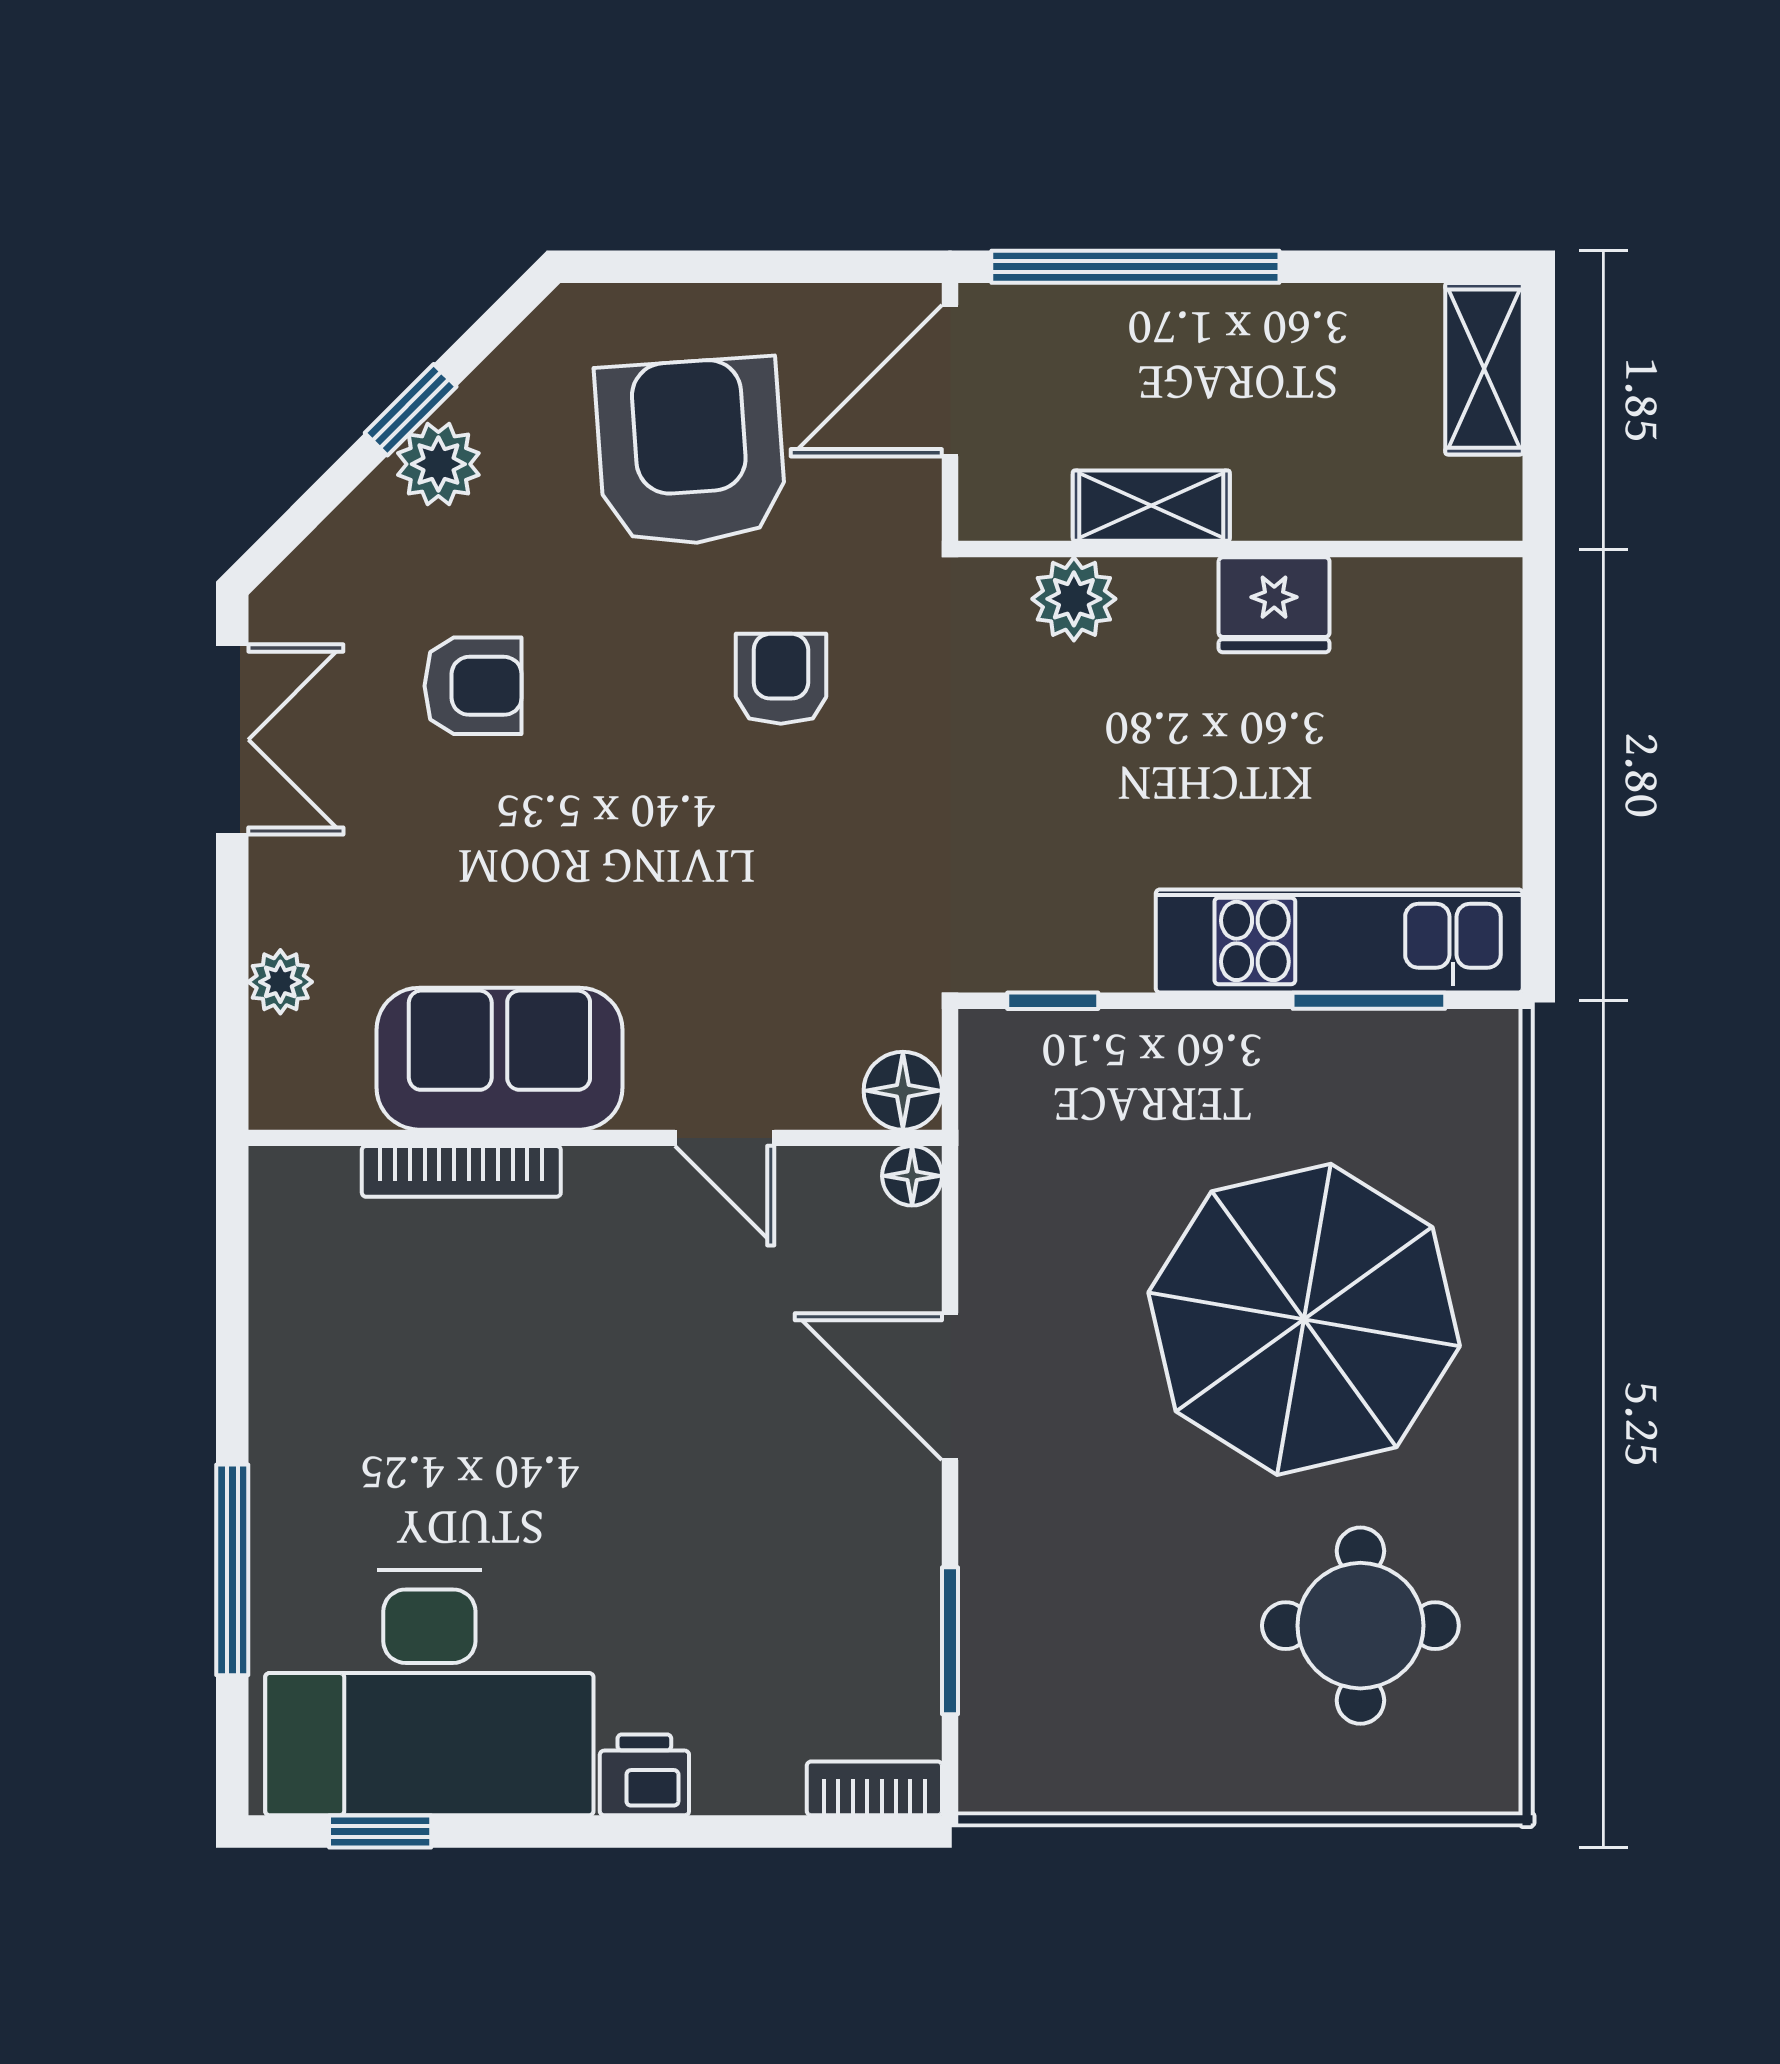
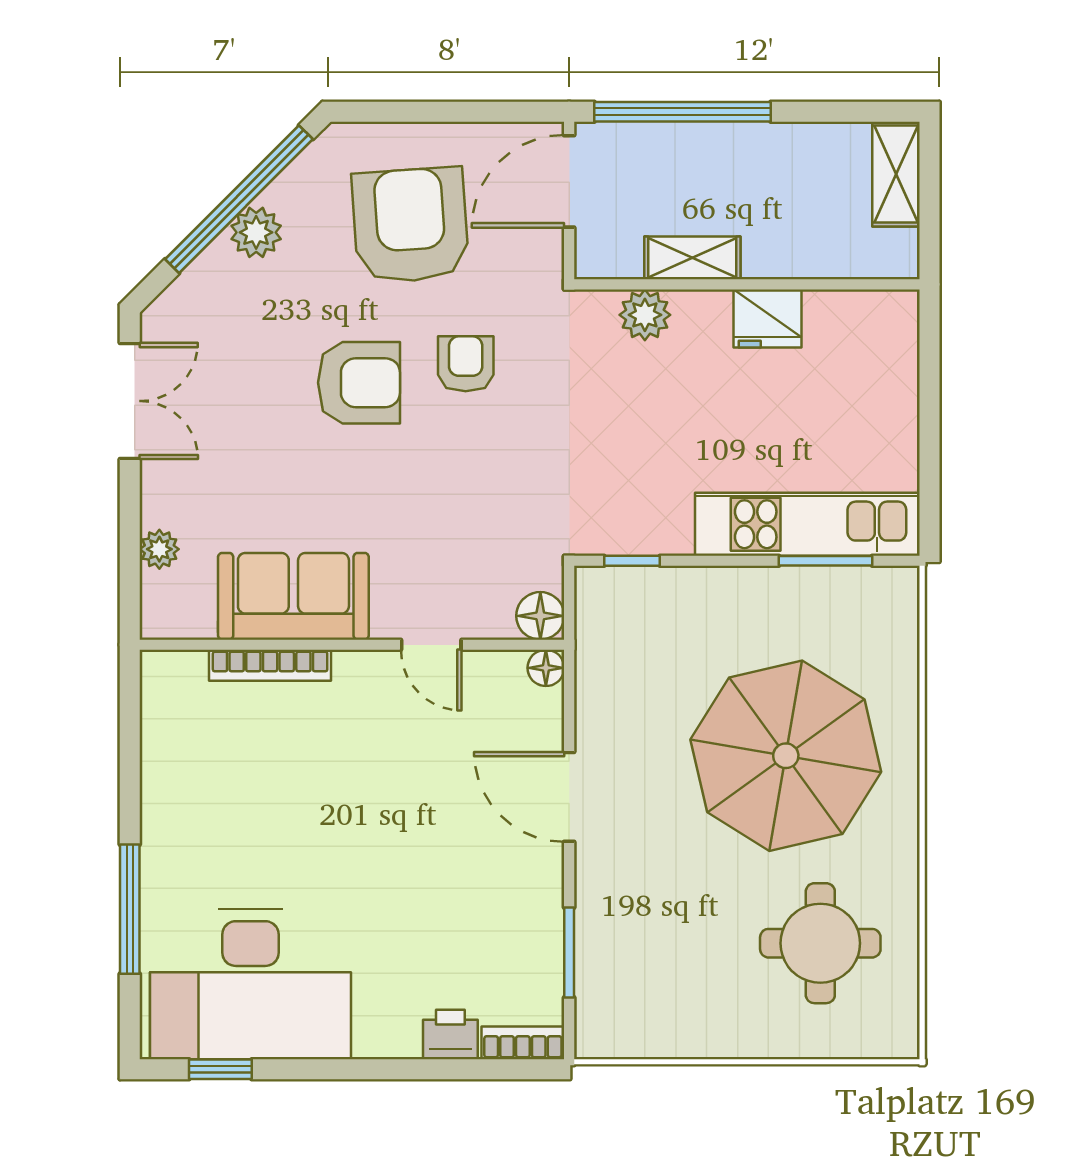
window: (411, 410) -> (239, 199), width x3.17
armchair: (473, 686) -> (359, 383), moved, width x1.38, depth x1.38
printer: (644, 1775) -> (450, 1035), moved

